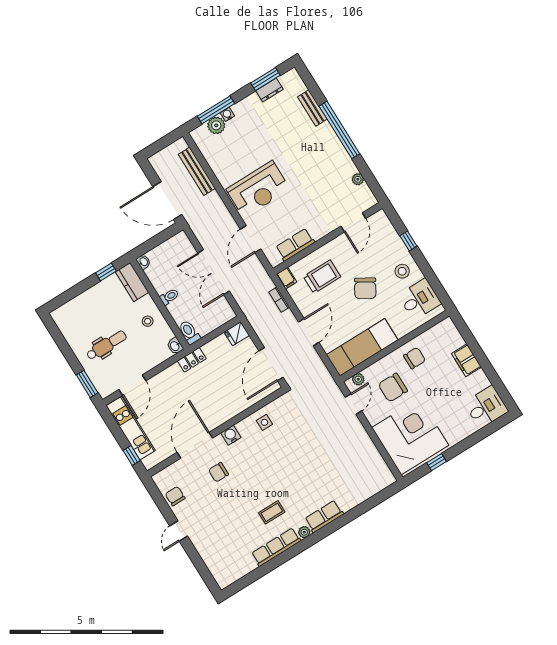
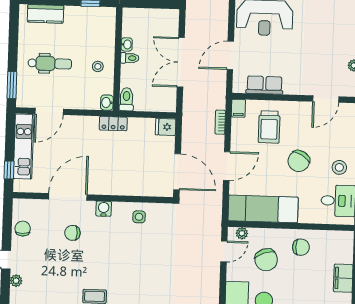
washbasin: (143, 262) -> (127, 44), moved
trolley: (322, 277) -> (269, 127), turned 90
kitchen counter: (132, 282) -> (46, 14), moved, turned -90
door: (271, 364) -> (177, 172), swing flipped
chair: (393, 388) -> (266, 260), turned -110
plant: (198, 543) -> (16, 281), added

